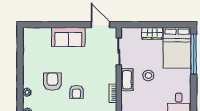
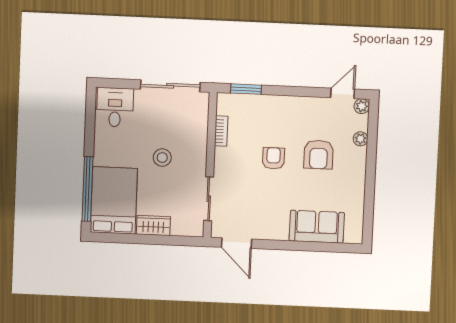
sofa: (68, 37) -> (317, 227), moved
cot: (127, 80) -> (197, 152), removed
armchair: (77, 92) -> (273, 158), moved

